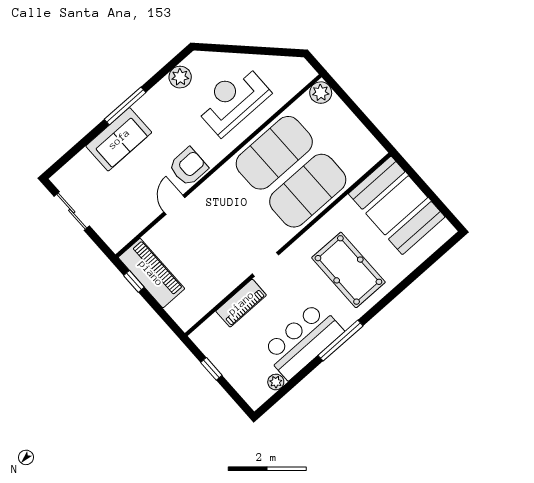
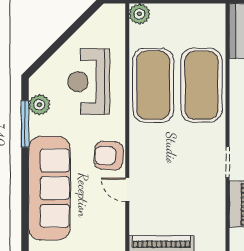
window: (125, 106) -> (25, 124), moved
sofa: (119, 139) -> (49, 188), width x1.85, depth x1.27
armchair: (188, 167) -> (109, 156), turned -87

